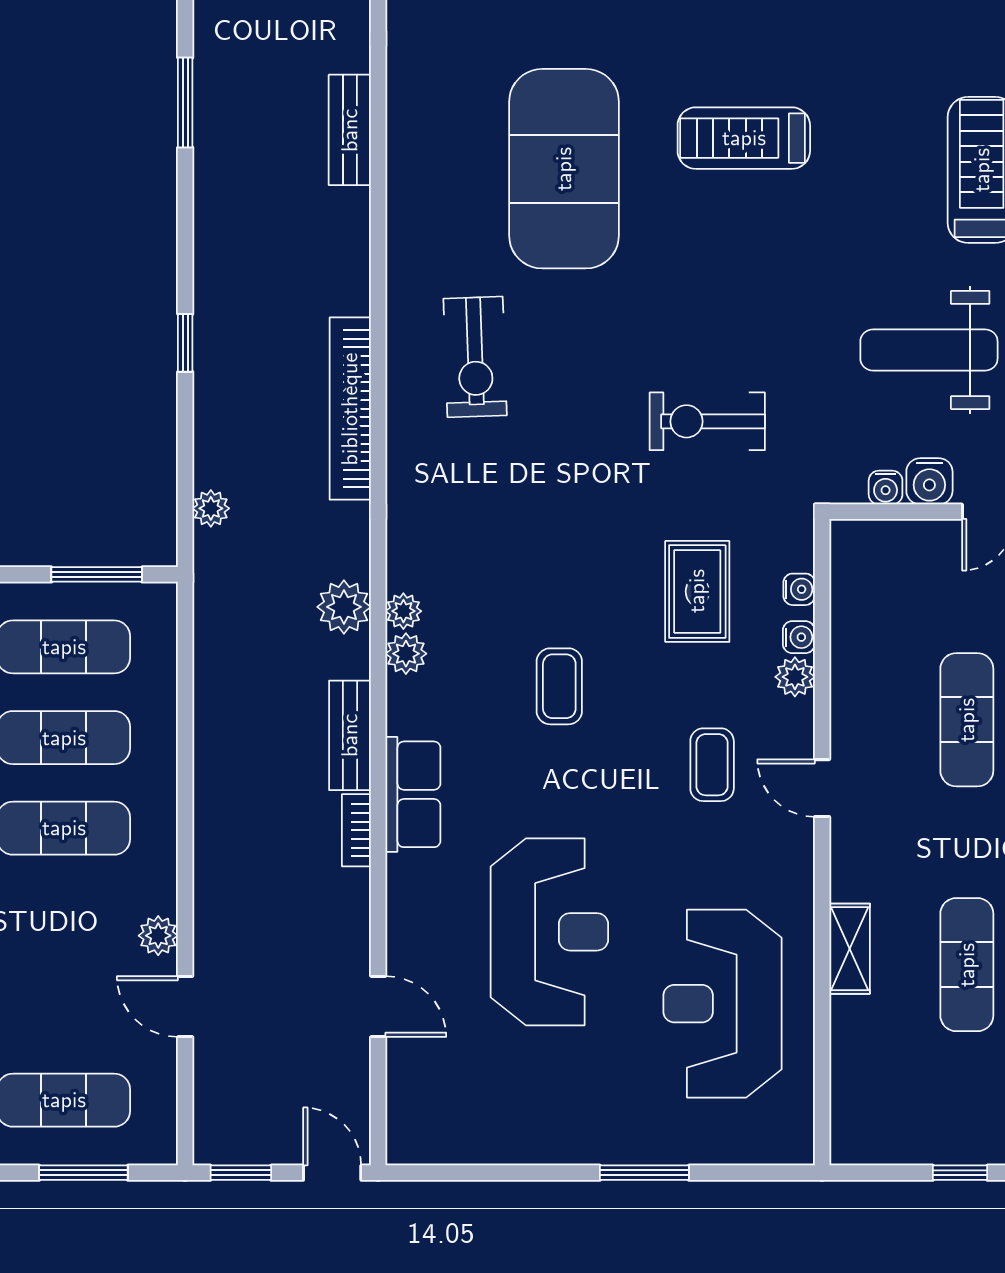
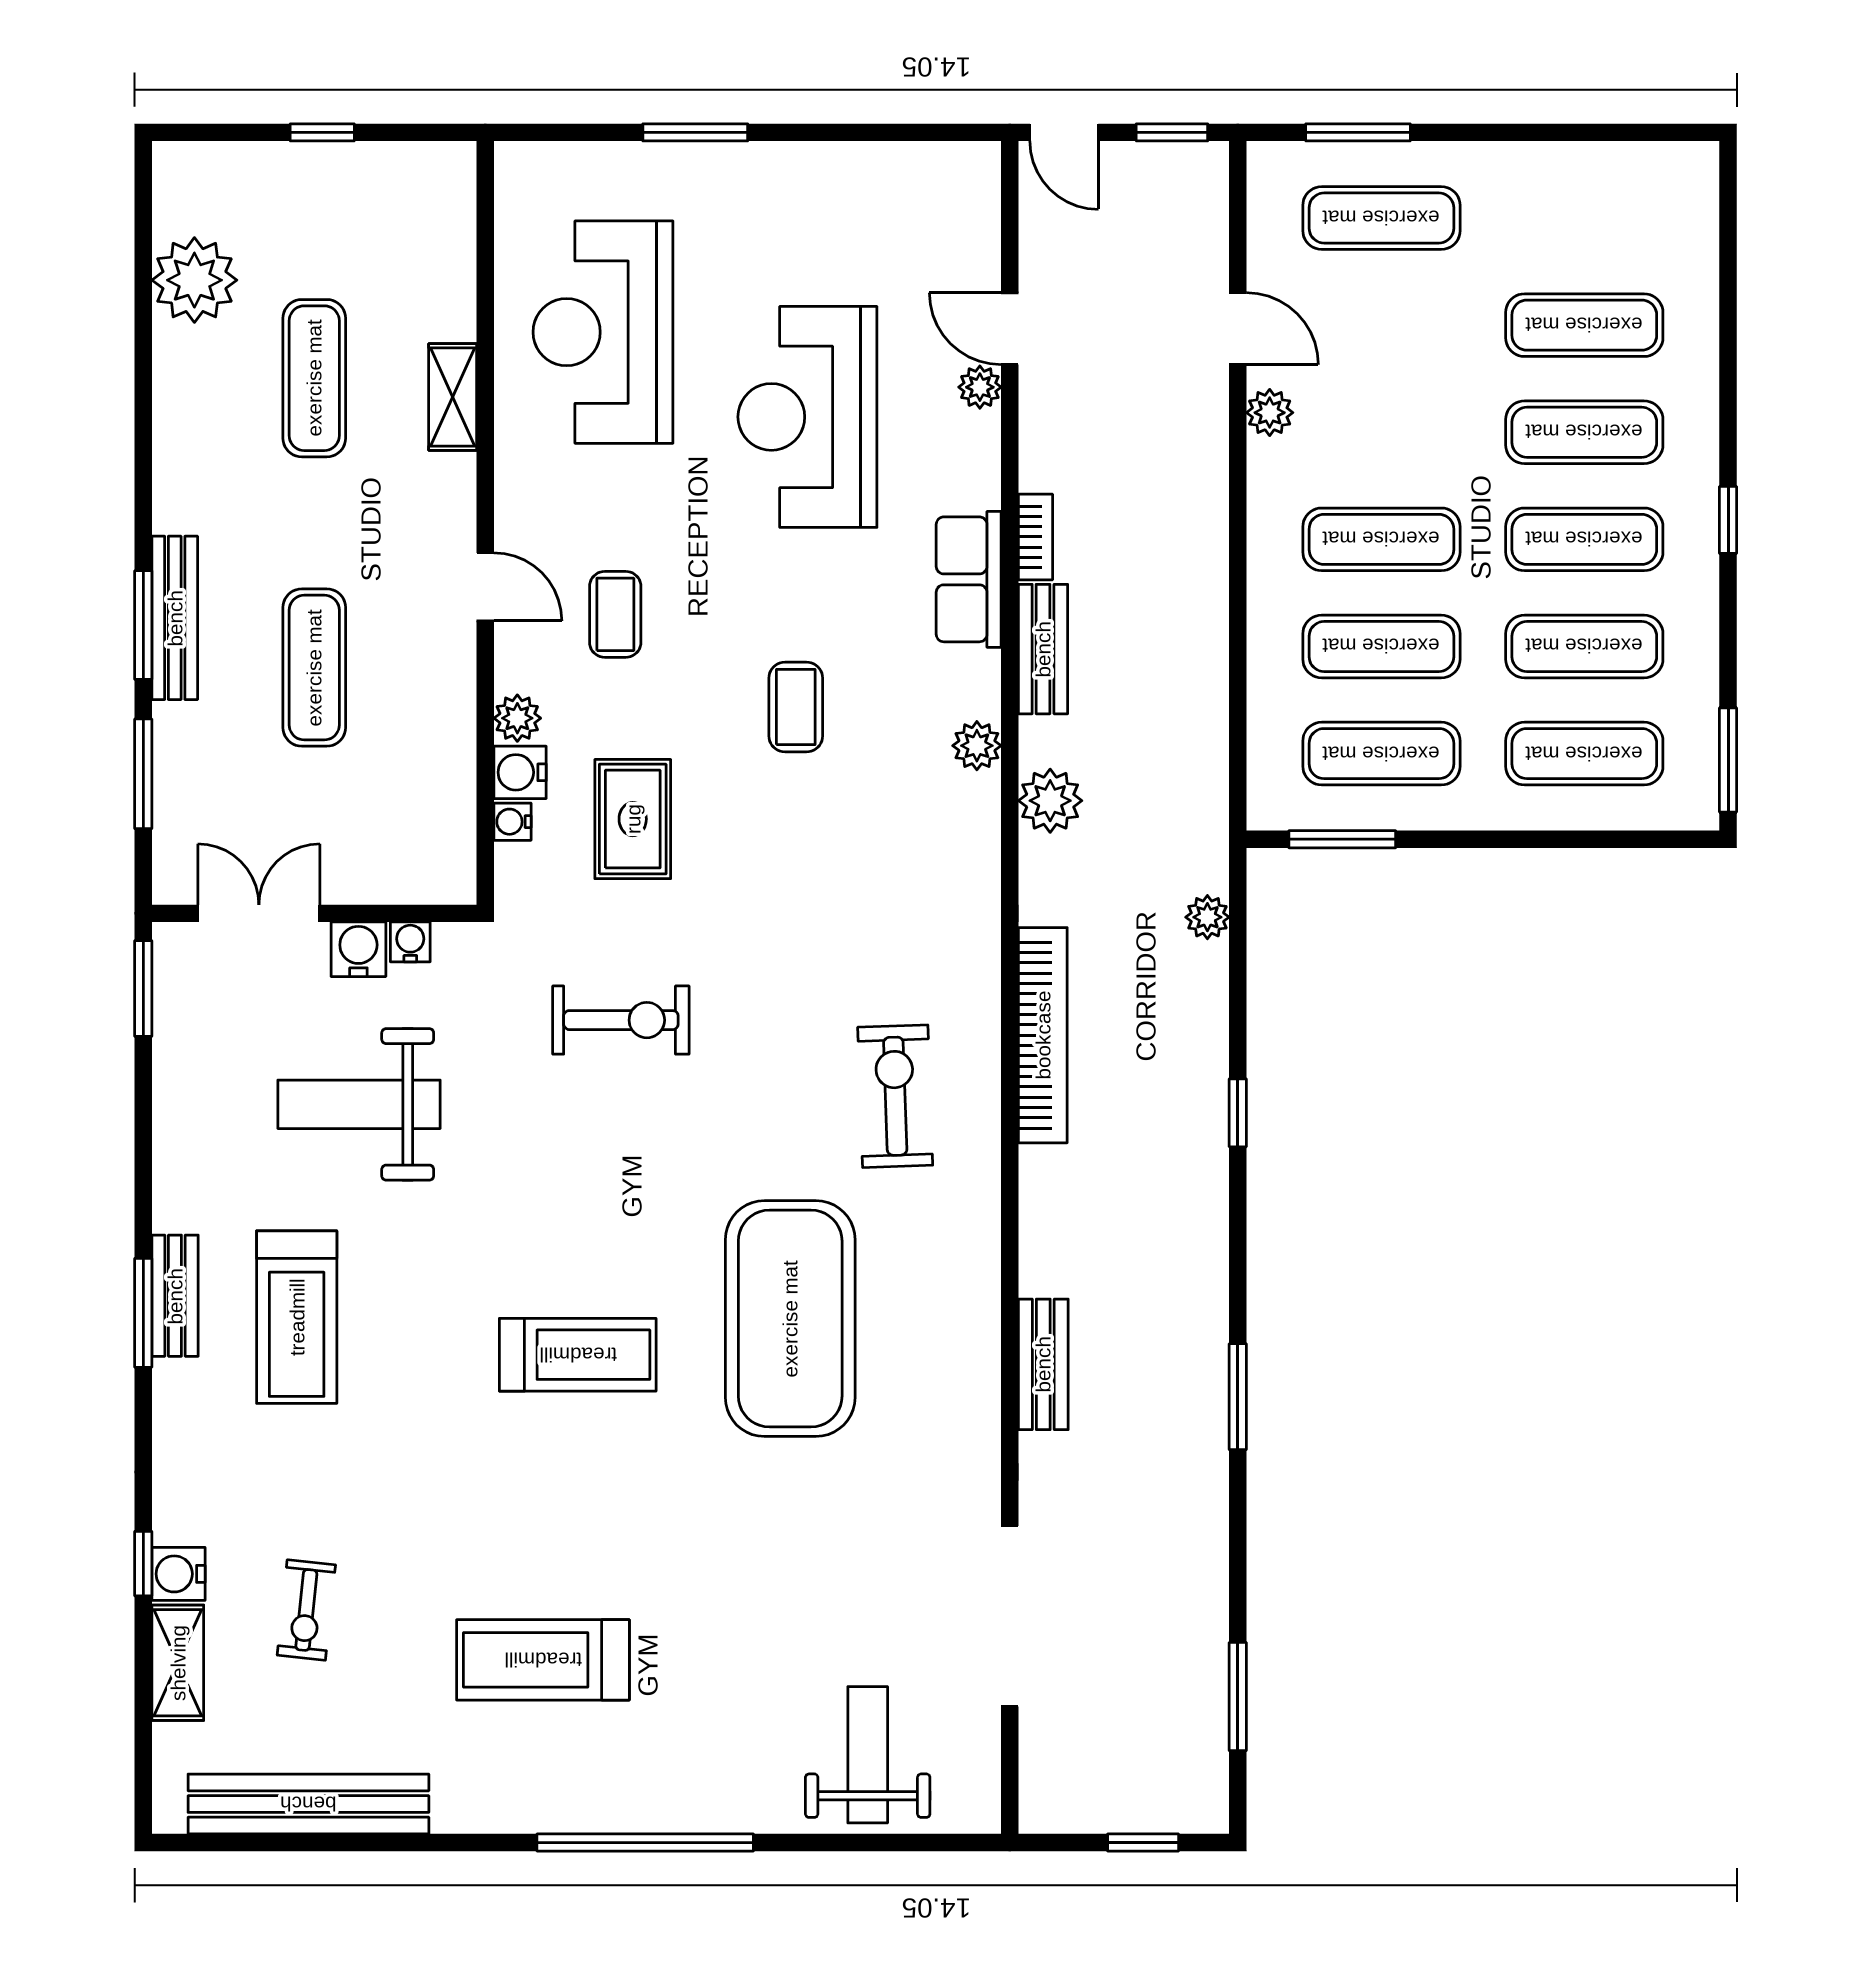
weight bench: (929, 350) -> (359, 1104), turned 180
plant: (403, 611) -> (980, 387), moved
water cooler: (799, 637) -> (520, 772), width x1.38, depth x1.38
reception desk: (722, 1004) -> (603, 332), turned 180

